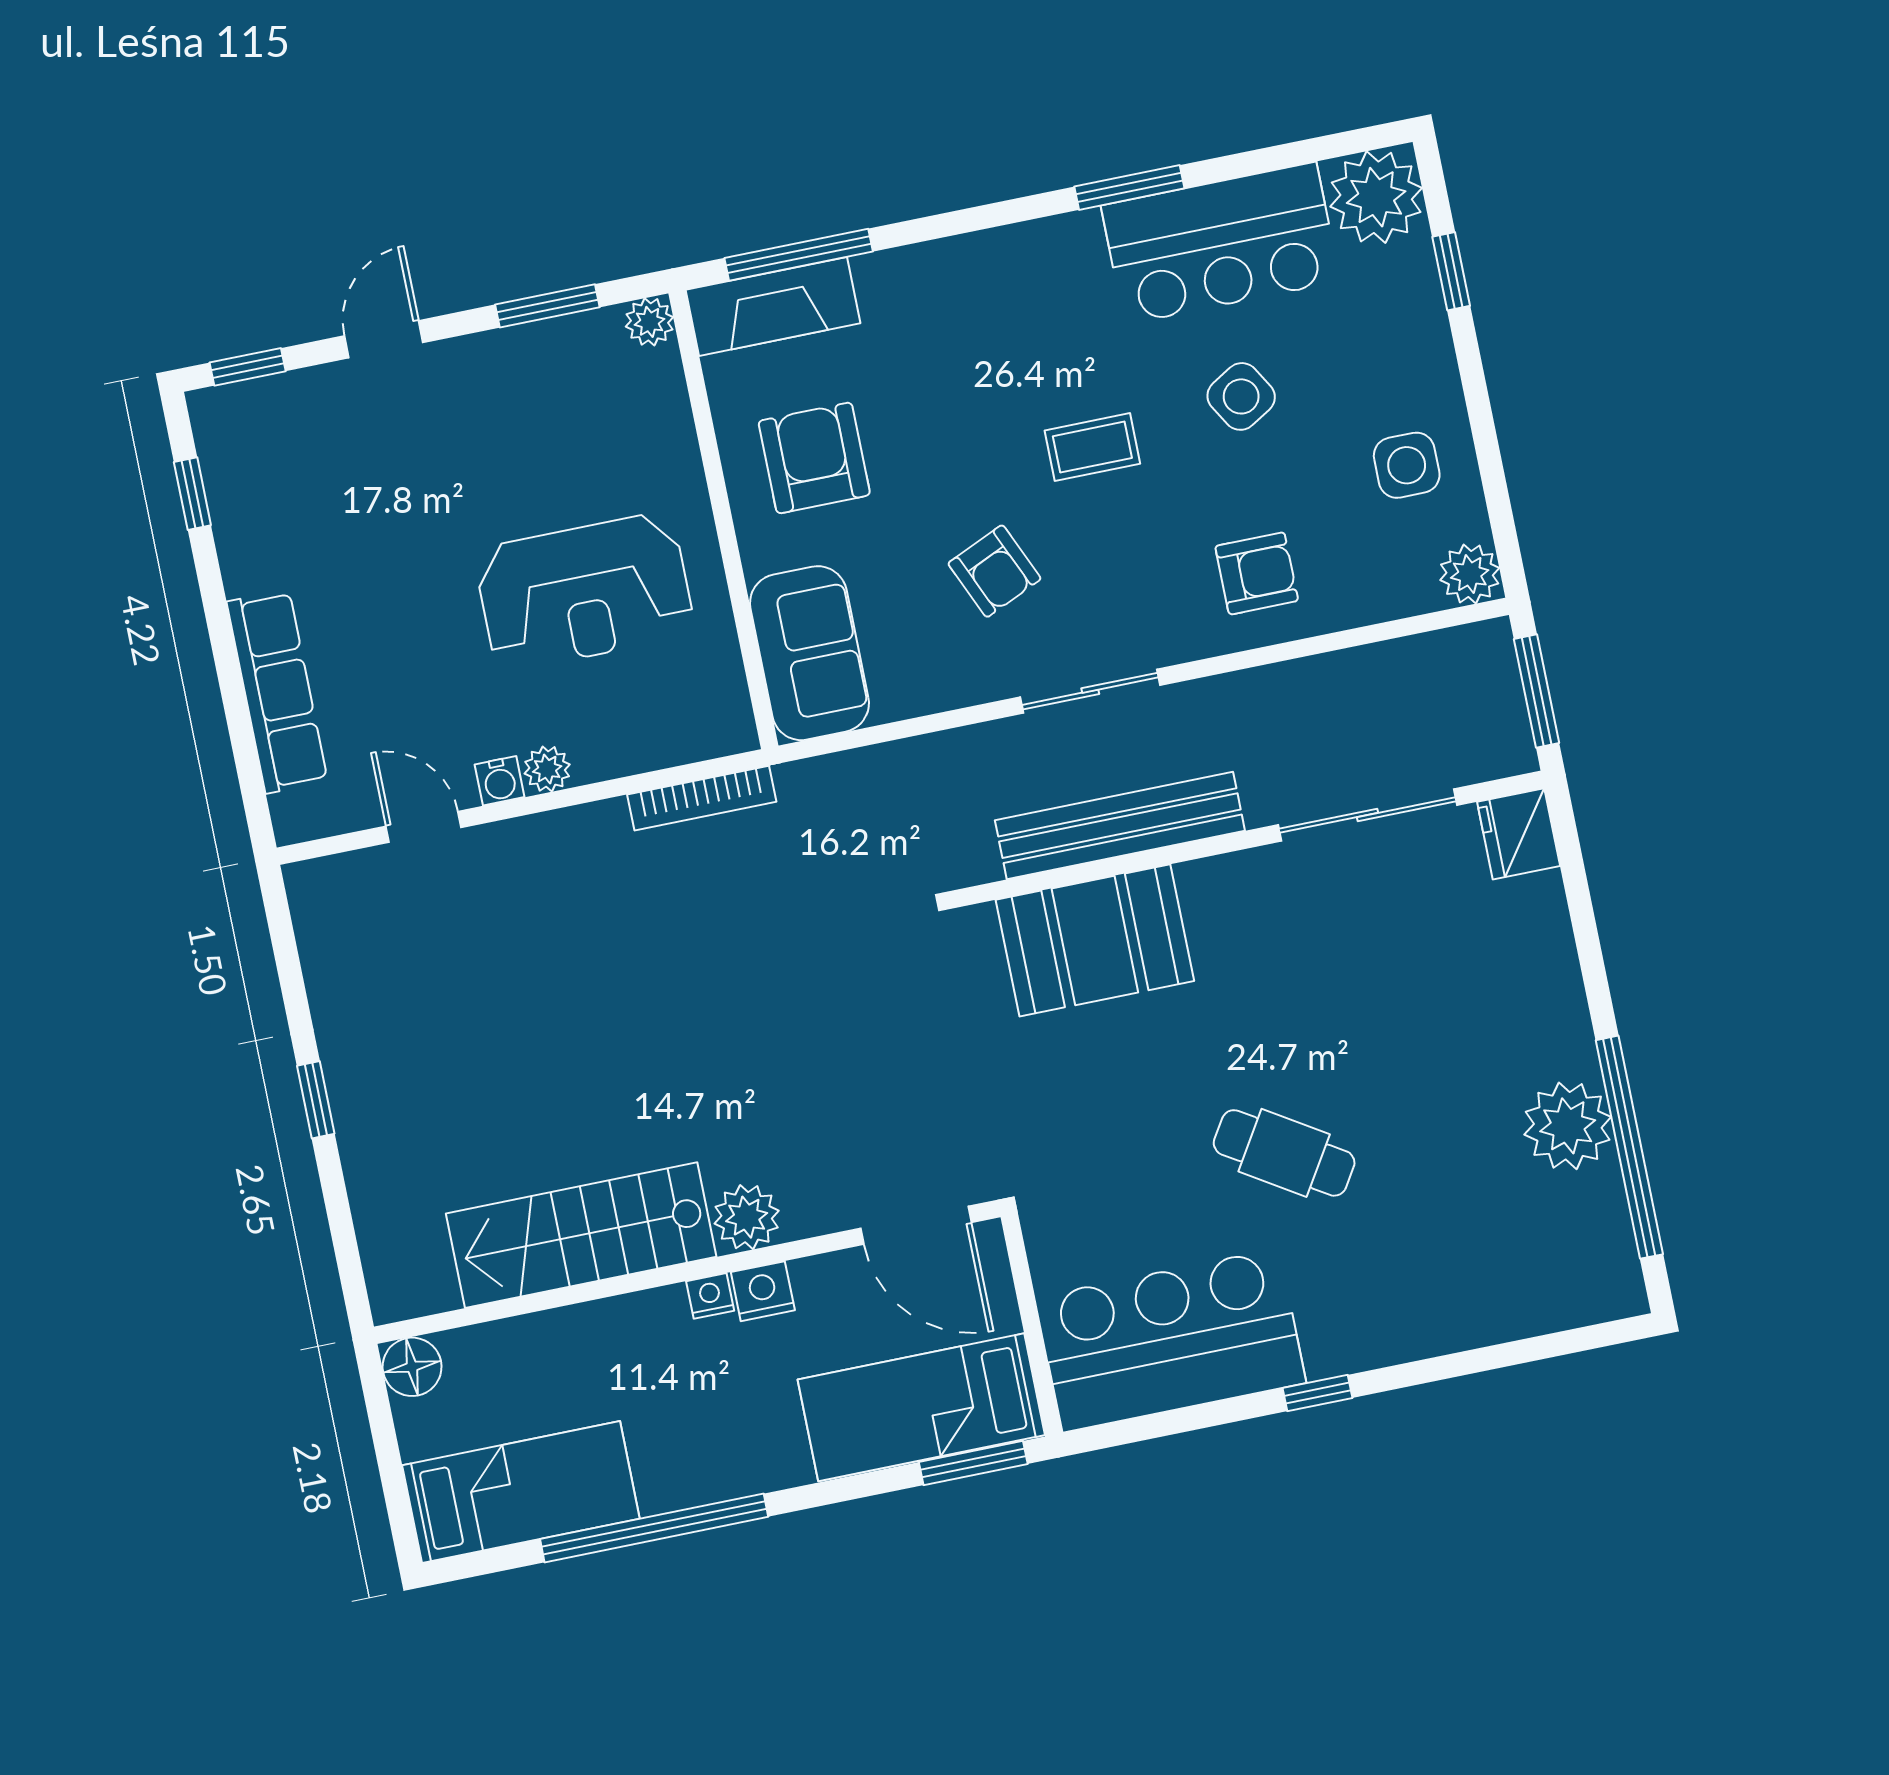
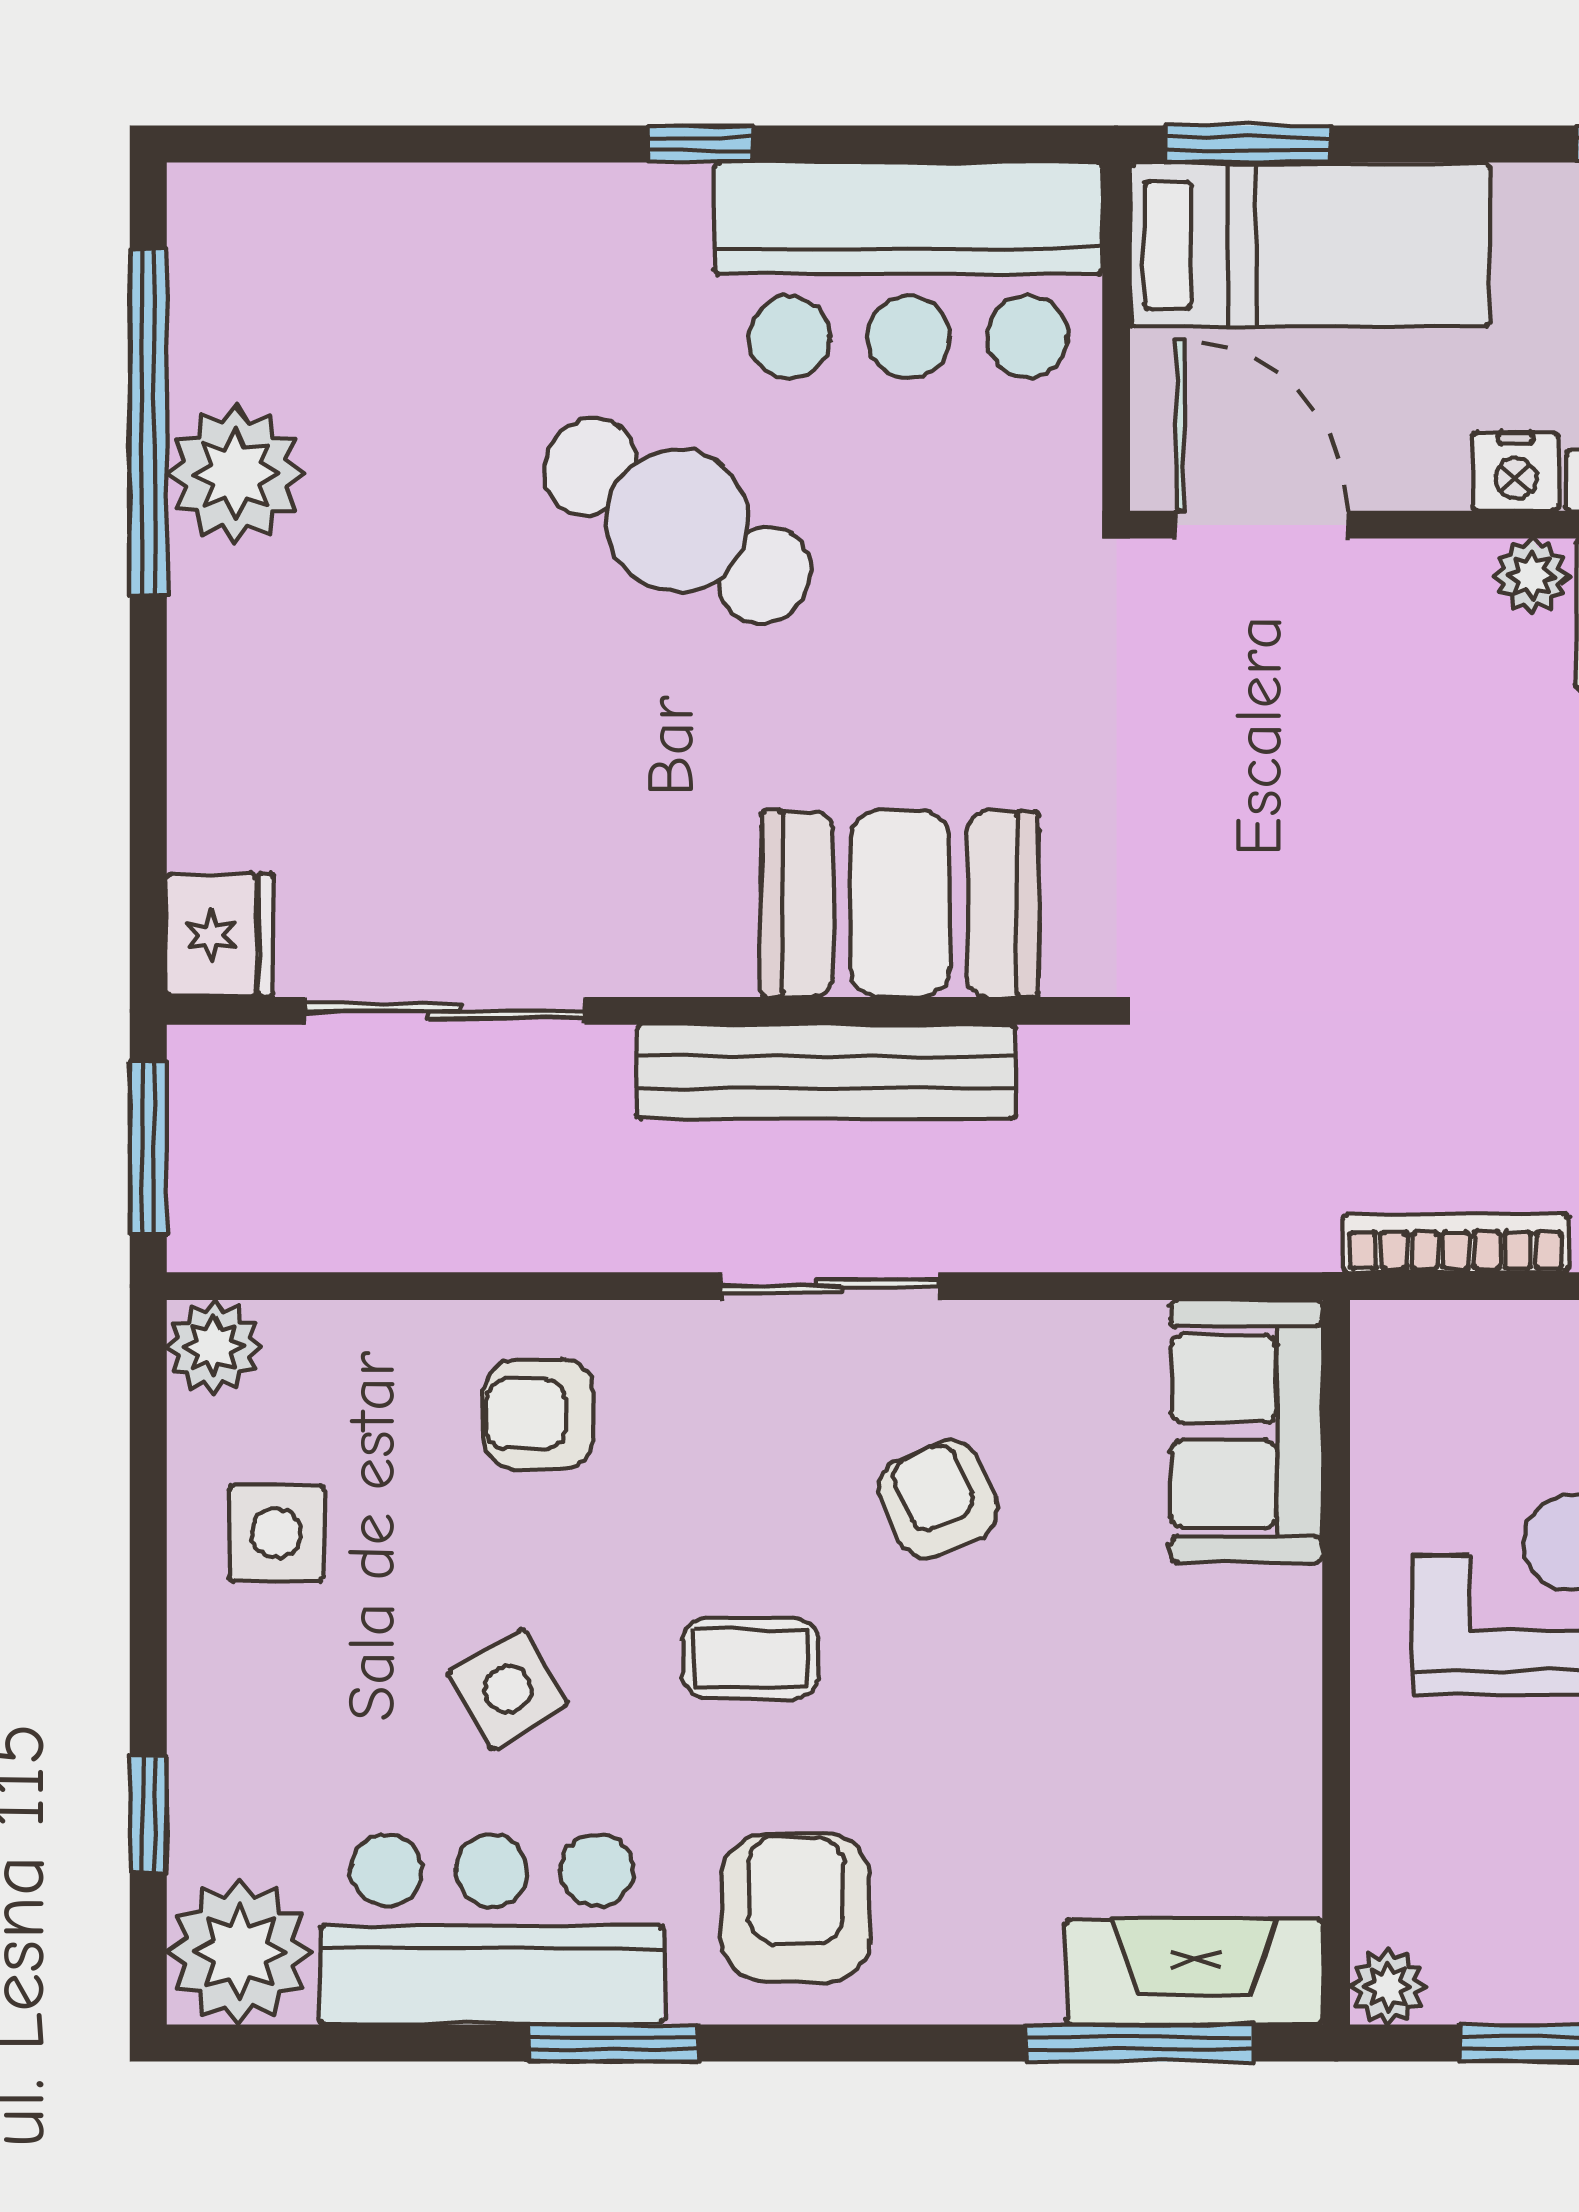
armchair: (814, 458) -> (796, 1908), moved, turned 180
cafe table: (1284, 1153) -> (677, 521), width x1.37, depth x1.35
plant: (747, 1217) -> (1532, 576), width x0.73, depth x0.73

